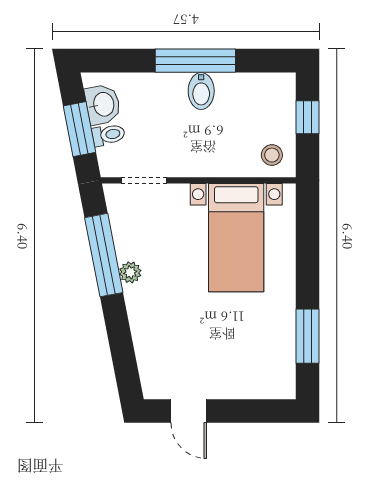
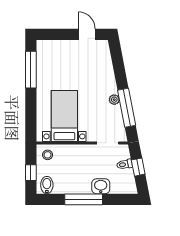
bidet: (201, 91) -> (47, 185), moved
washbasin: (103, 104) -> (101, 186), moved, turned 101
window: (79, 129) -> (138, 167), width x0.67
window: (307, 336) -> (31, 70), width x1.44

